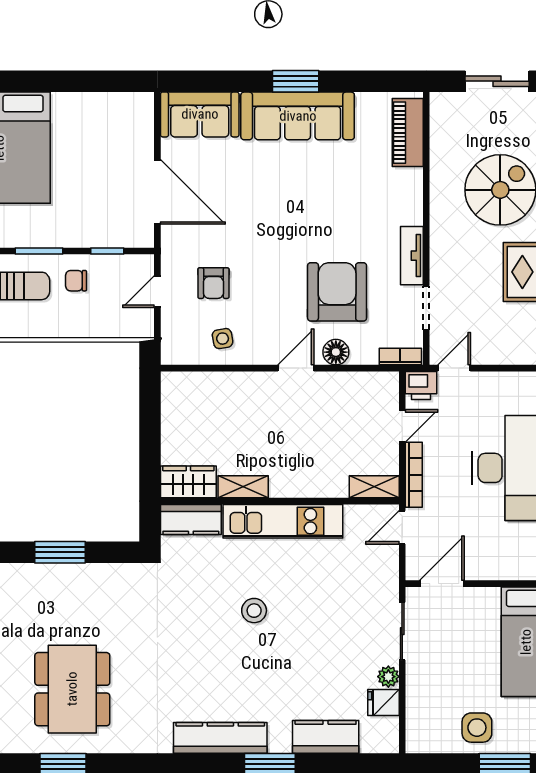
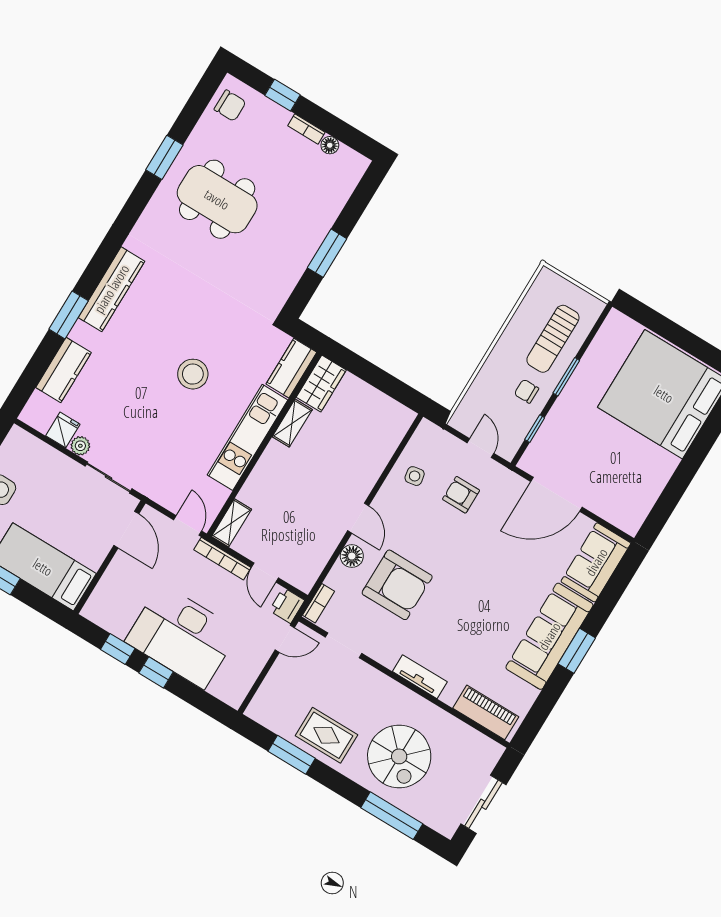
tv unit: (412, 256) -> (420, 677), moved
chair: (76, 281) -> (527, 391), turned -90
door: (454, 368) -> (285, 639), hinge flipped
stool: (254, 611) -> (193, 374), width x1.38, depth x1.38

